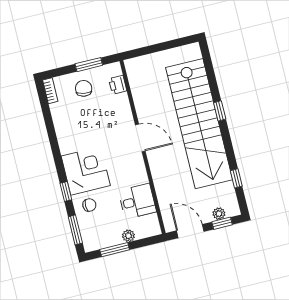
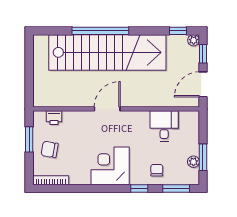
bookcase: (50, 91) -> (51, 180), width x1.56
window: (220, 111) -> (100, 31), width x3.17
corner desk: (86, 171) -> (110, 166), moved
window: (236, 178) -> (178, 31), moved
plant: (219, 214) -> (194, 40), moved
plant: (128, 236) -> (193, 162), moved

